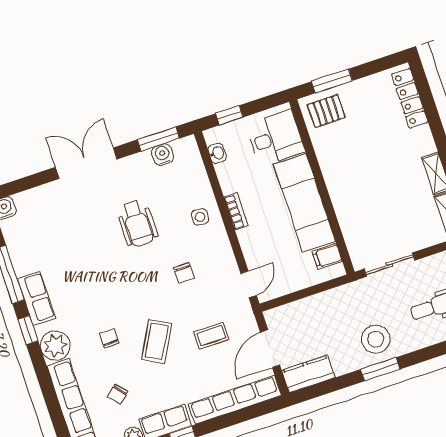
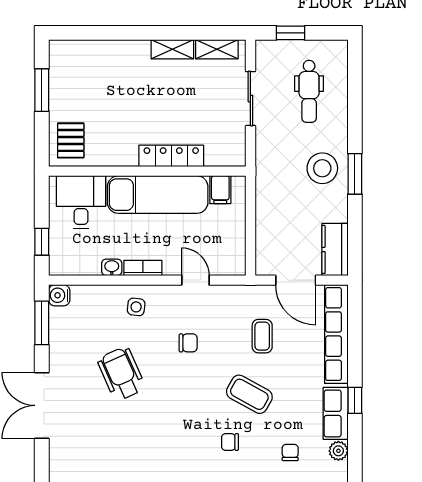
window: (332, 81) -> (42, 90), moved
locker: (410, 98) -> (171, 156), moved, turned 180
washbasin: (217, 153) -> (112, 267), moved
water cooler: (163, 155) -> (59, 295), moved
wheelchair: (137, 224) -> (121, 374), turned -114
sliding door: (389, 265) -> (250, 99), moved
door: (249, 284) -> (195, 280), moved
chair: (118, 394) -> (290, 452), turned -139

